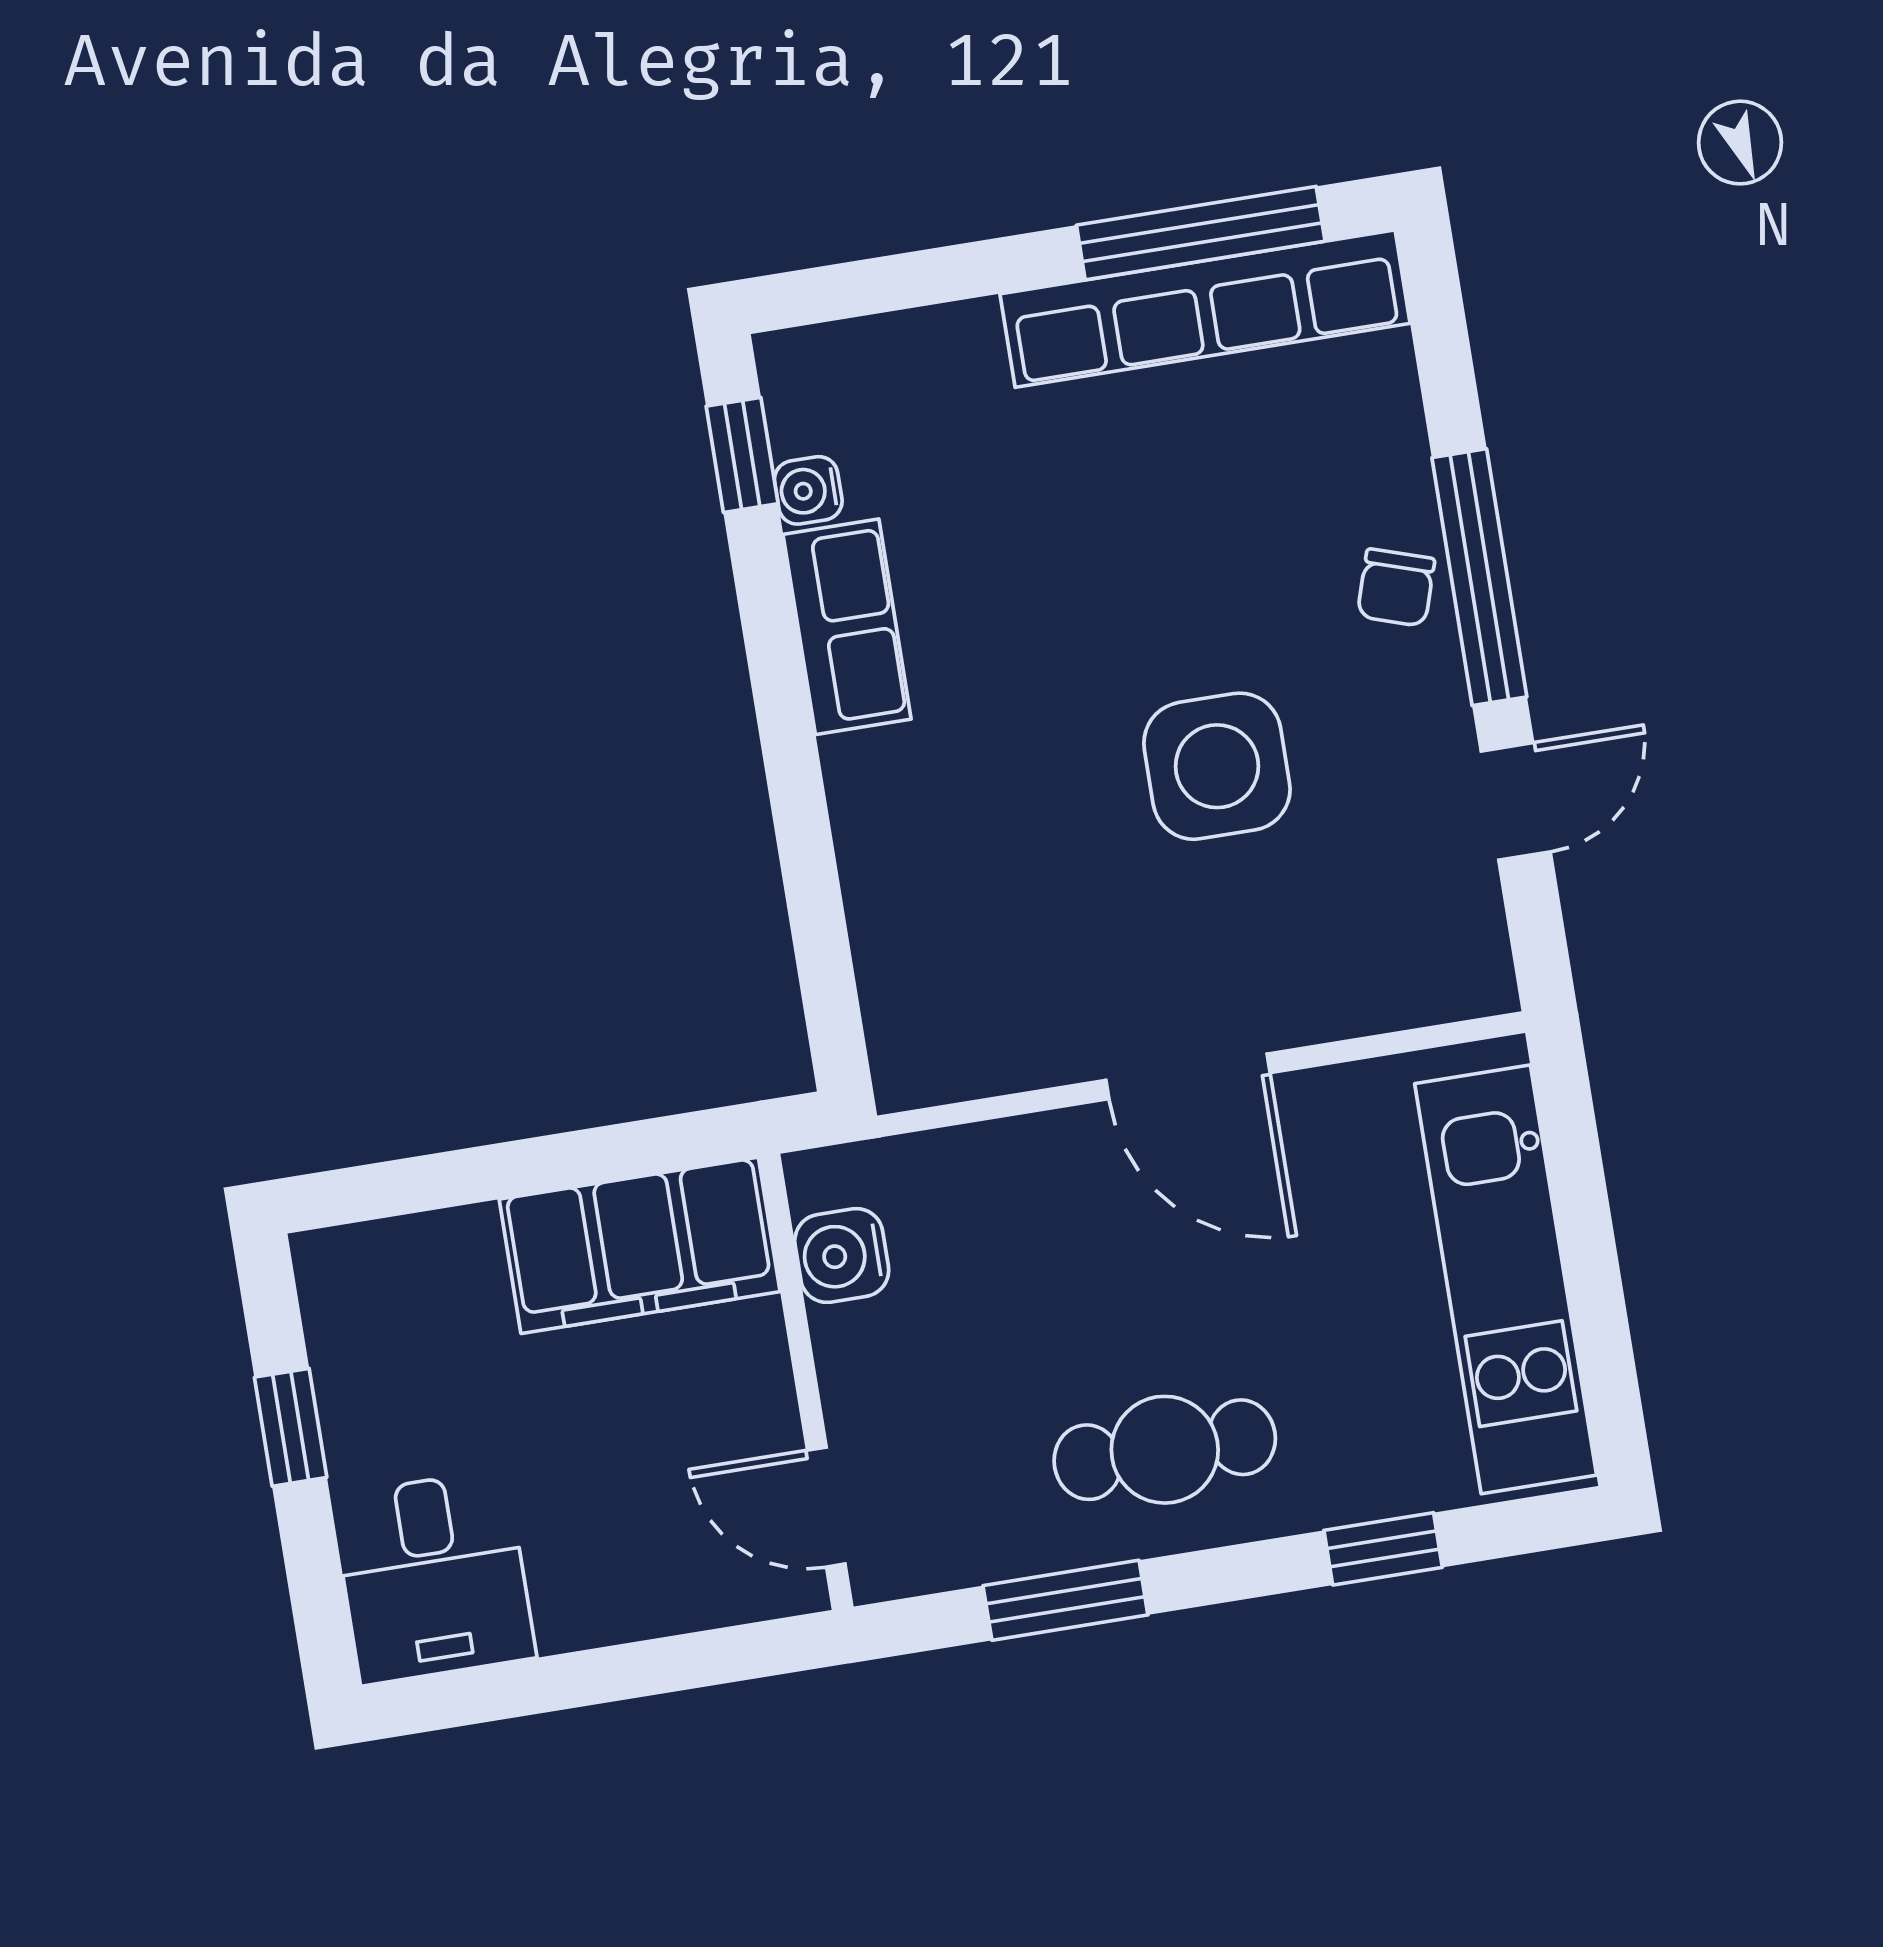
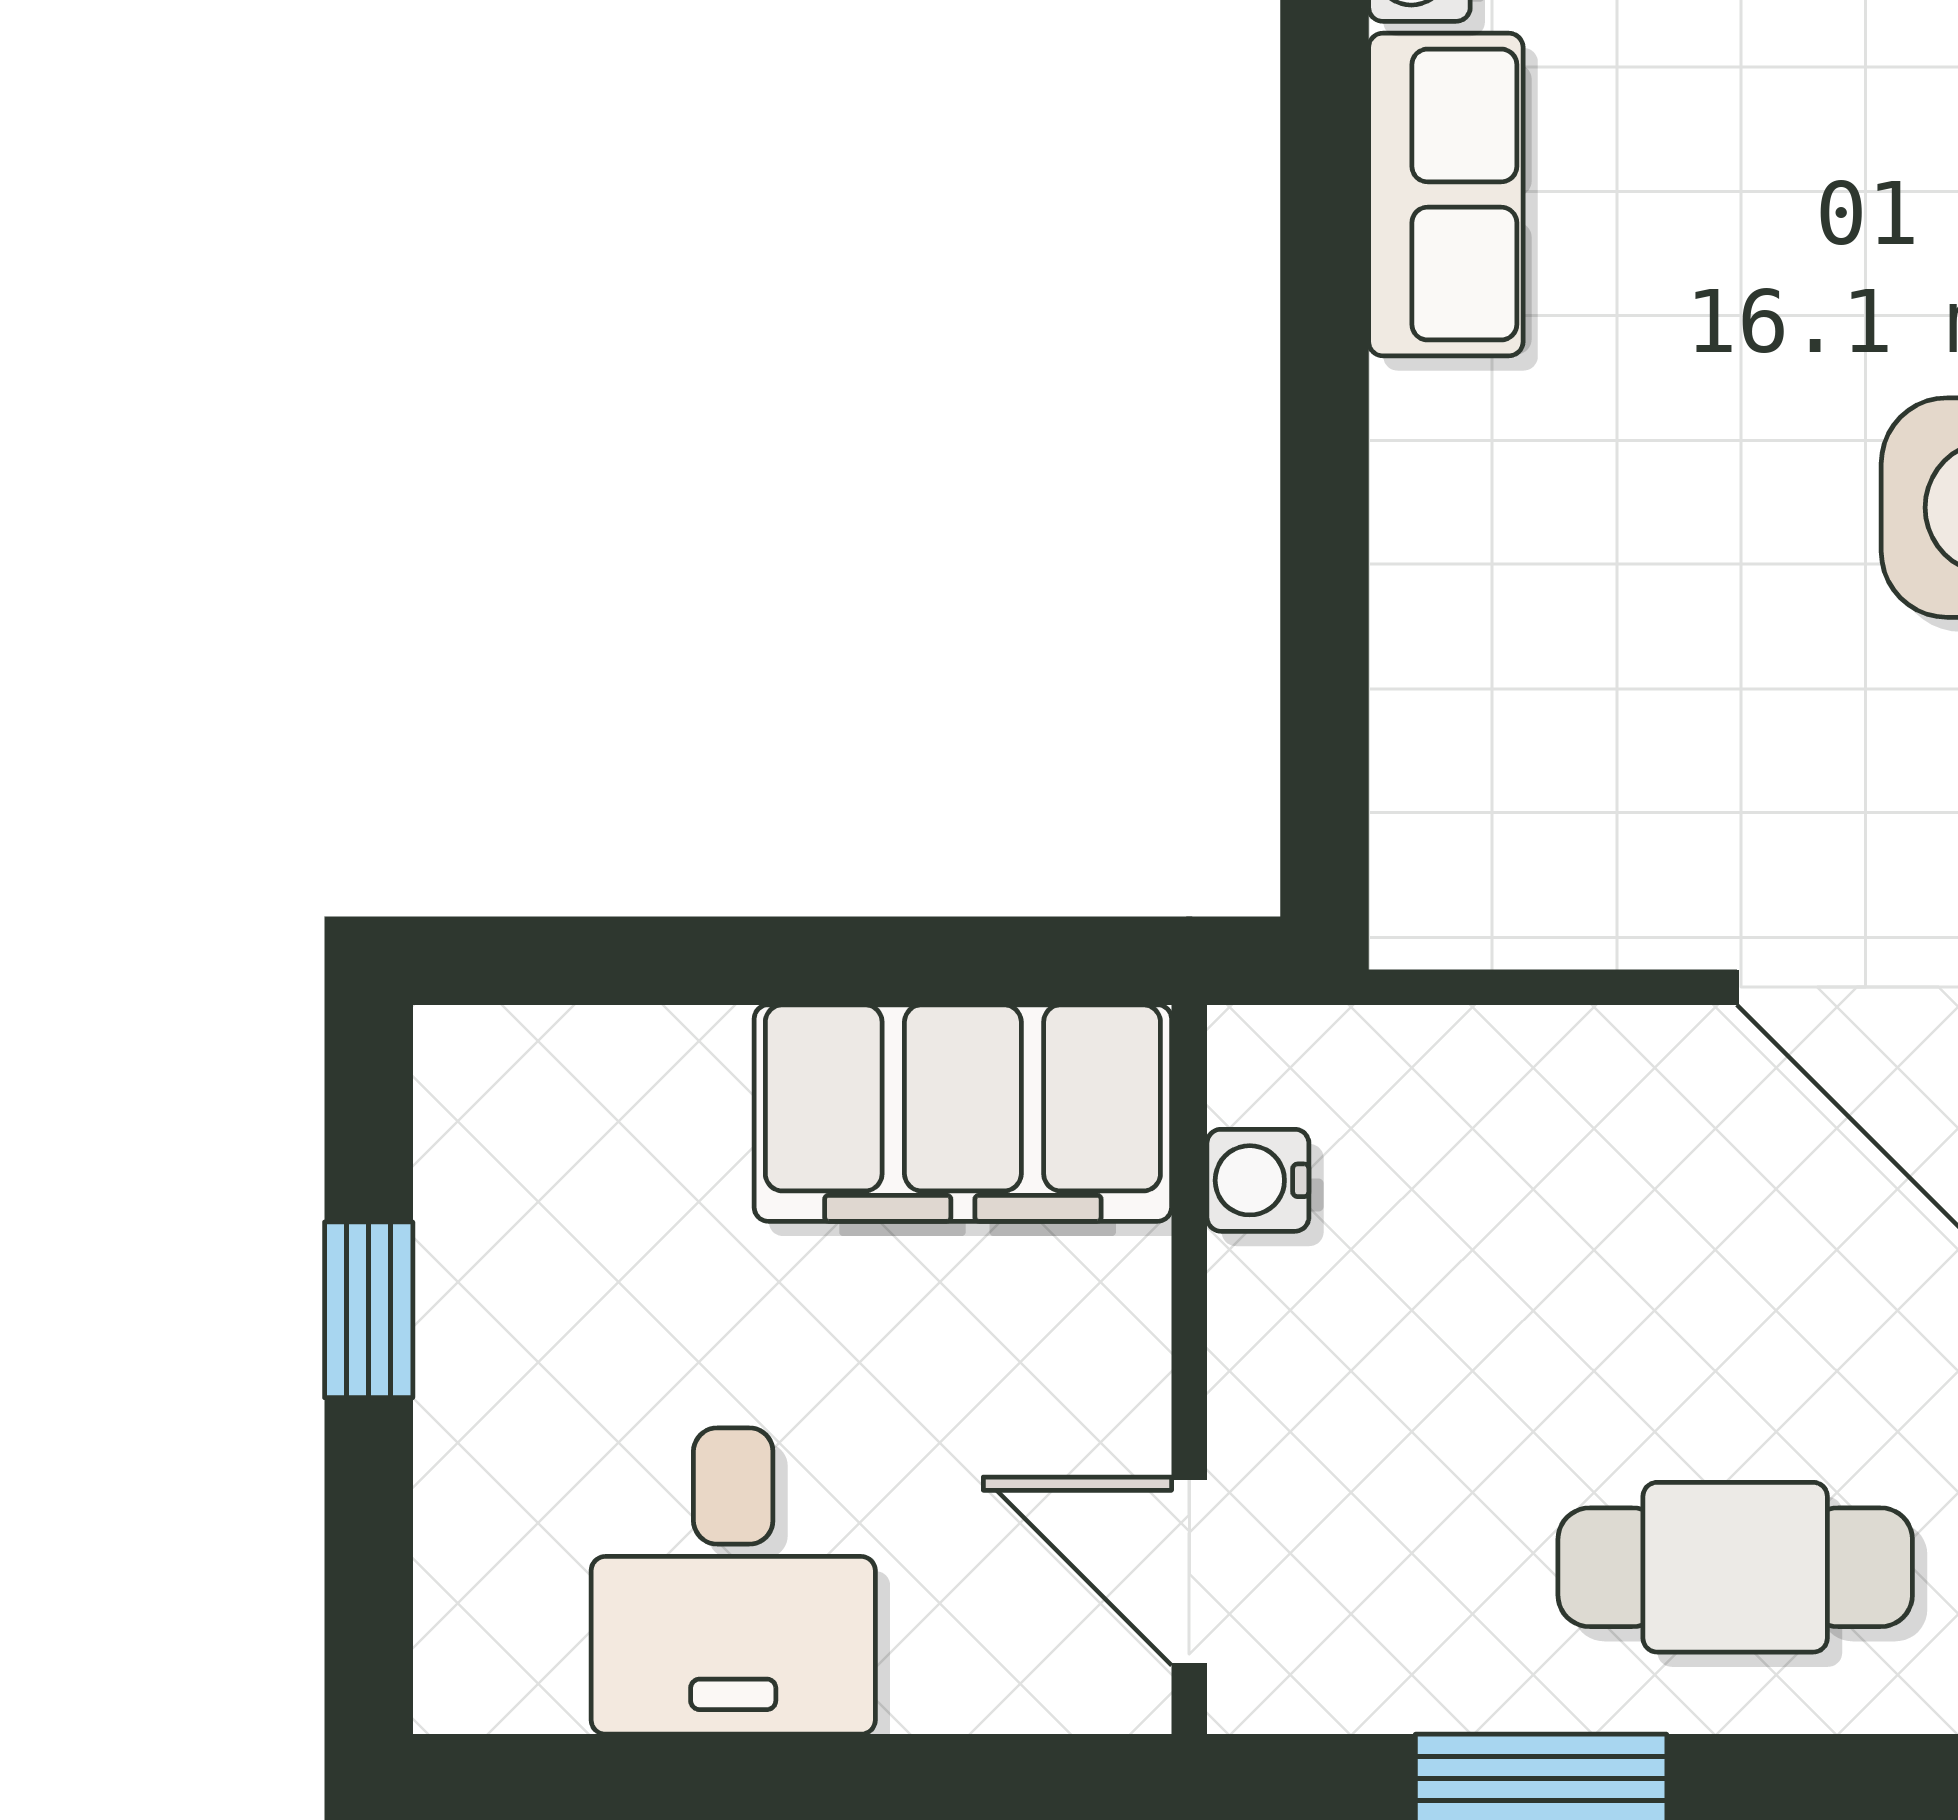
water cooler: (842, 1256) -> (1258, 1180), width x0.72, depth x0.72
desk: (433, 1577) -> (733, 1581), moved

